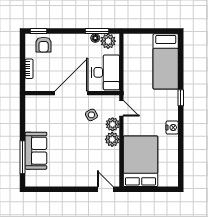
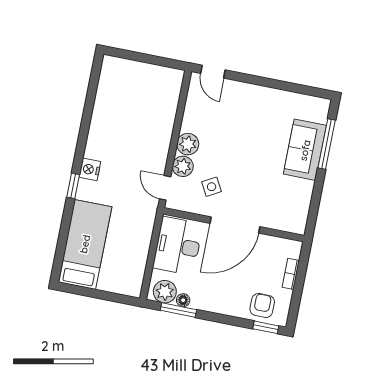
nightstand: (172, 128) -> (90, 169), moved
bed: (140, 161) -> (152, 103), removed

